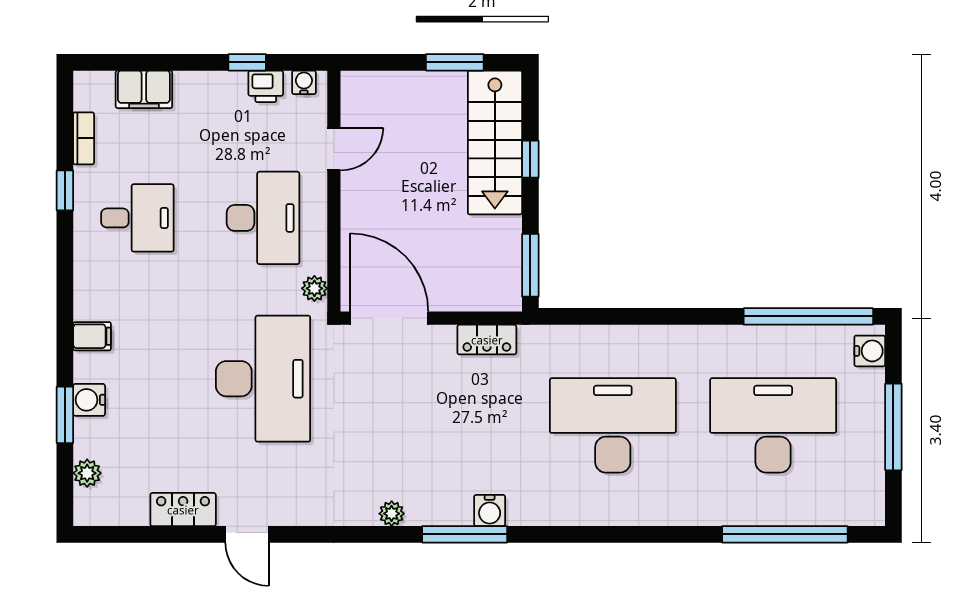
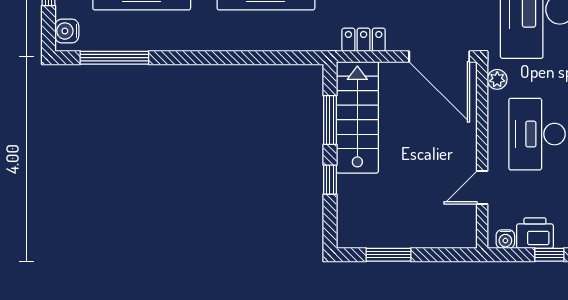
printer: (266, 86) -> (535, 233), width x1.36, depth x1.24
stairs: (495, 142) -> (357, 117), moved
window: (530, 265) -> (330, 120), moved
window: (808, 316) -> (114, 58), width x0.68

